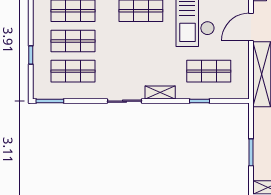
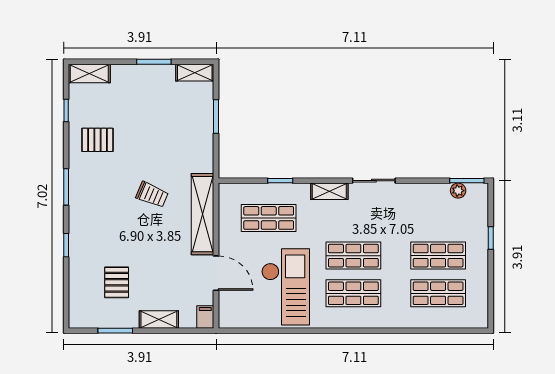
door: (251, 27) -> (216, 273), hinge flipped
shop shelf: (73, 71) -> (353, 256), moved
plant: (57, 93) -> (458, 191), added

